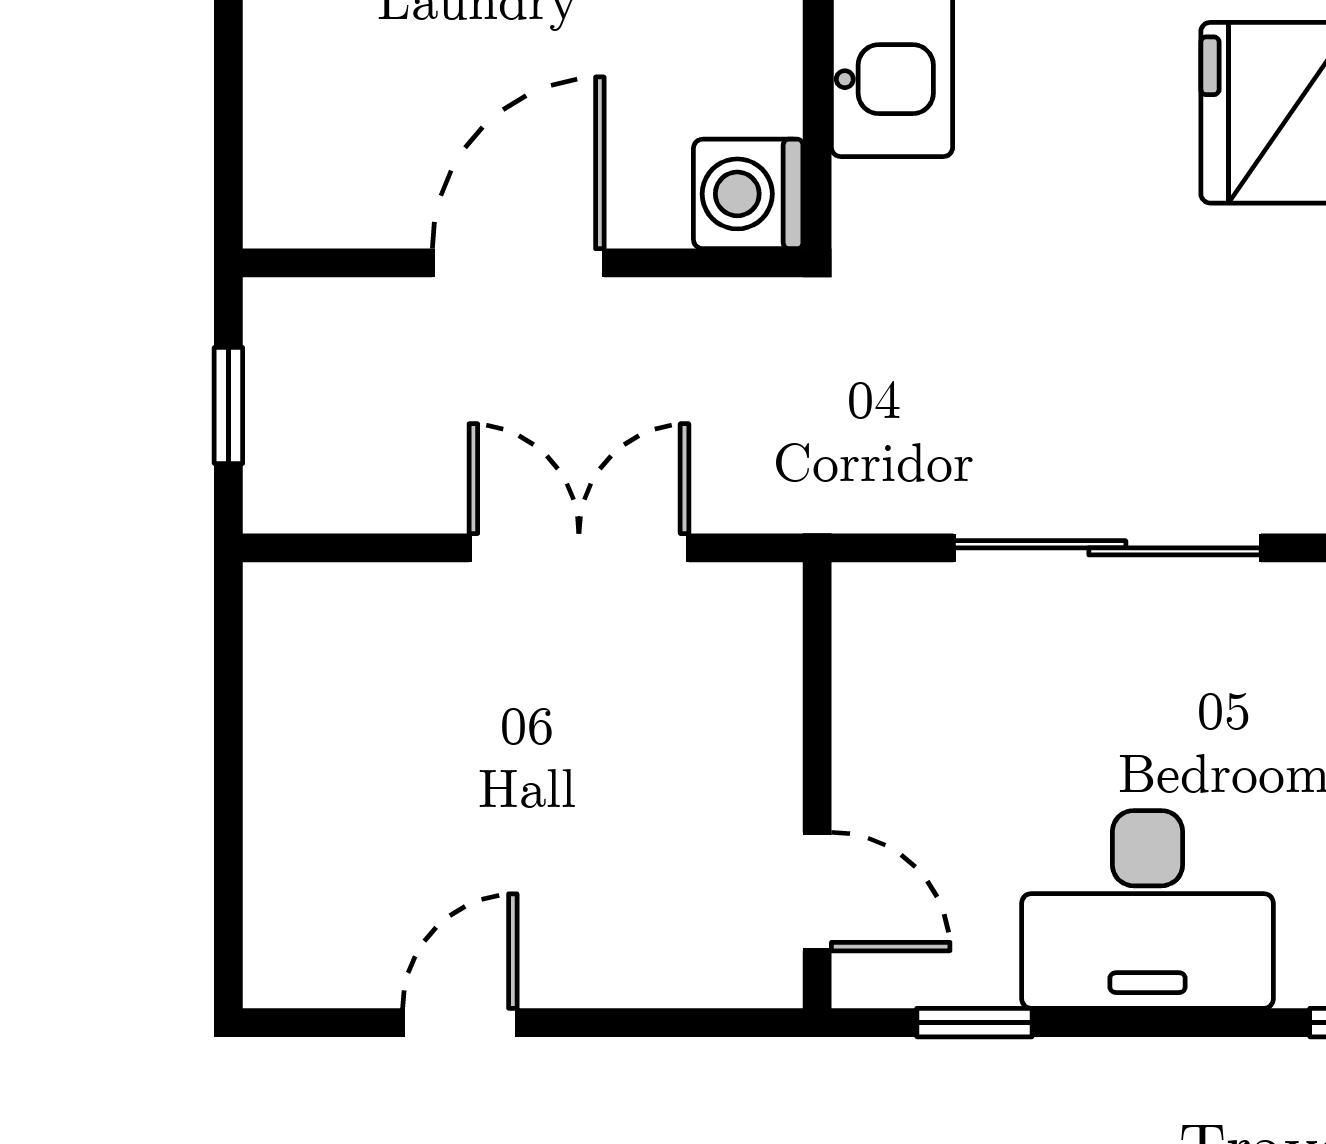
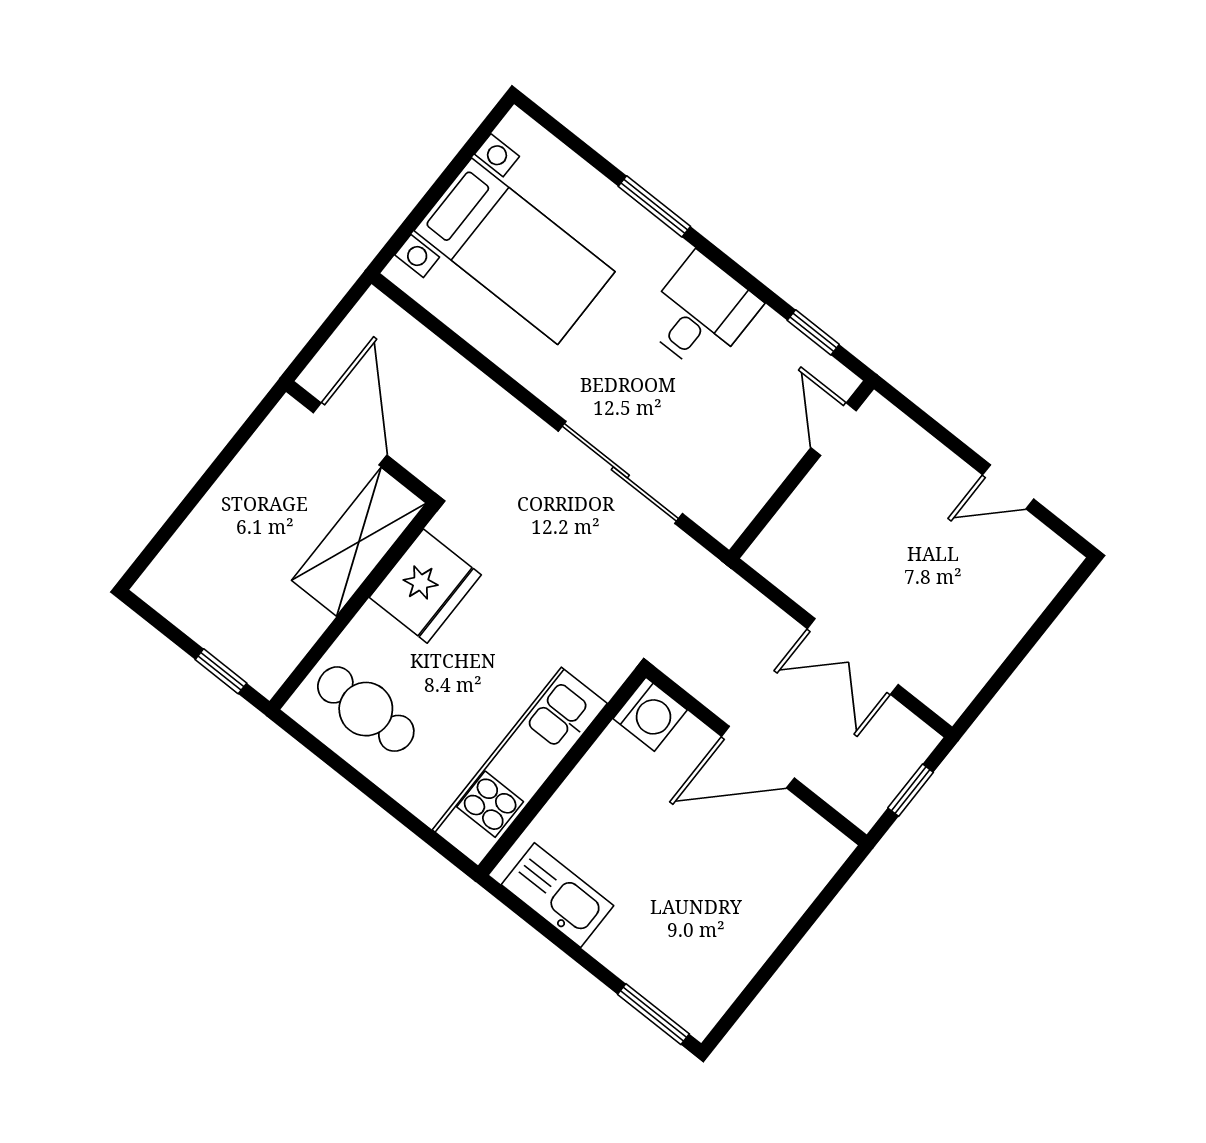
double door: (579, 548) -> (853, 657), moved
desk: (1148, 909) -> (701, 313), width x0.73

